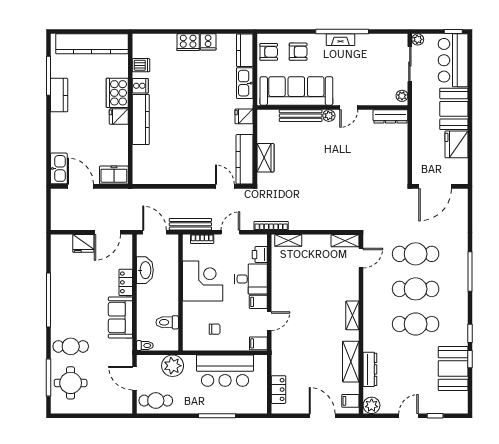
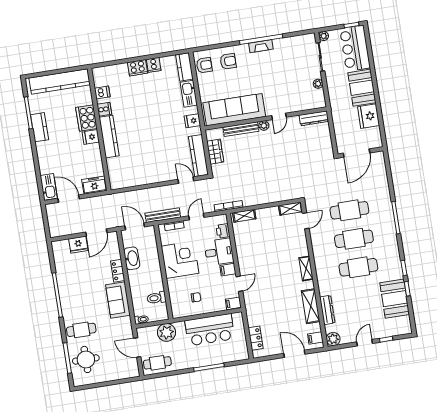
sofa: (296, 91) -> (234, 110), moved
wall: (332, 108) -> (266, 118), moved
door: (349, 108) -> (279, 116), moved
bench: (301, 116) -> (241, 129), moved
plant: (329, 116) -> (264, 126), moved
dresser: (390, 116) -> (314, 118), moved

